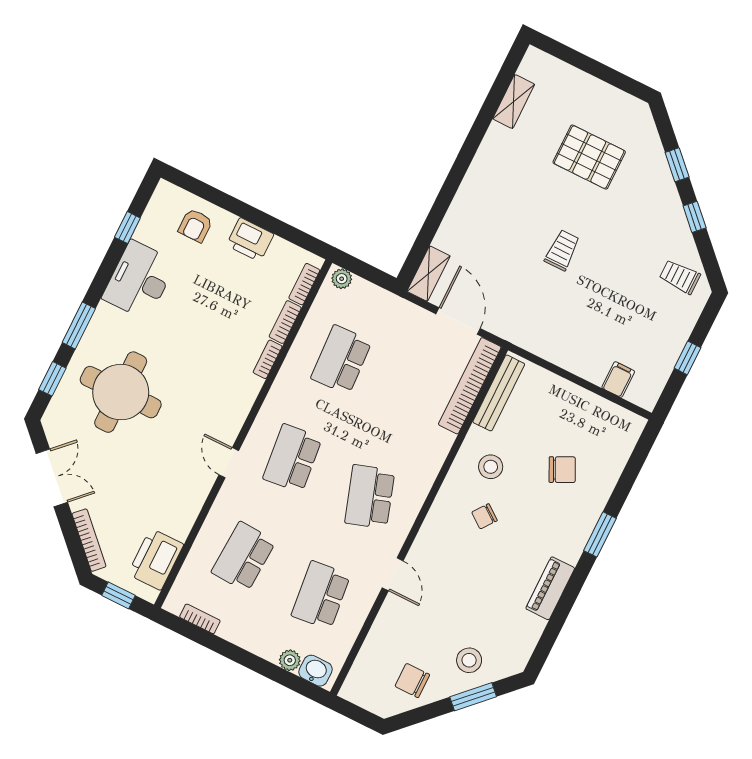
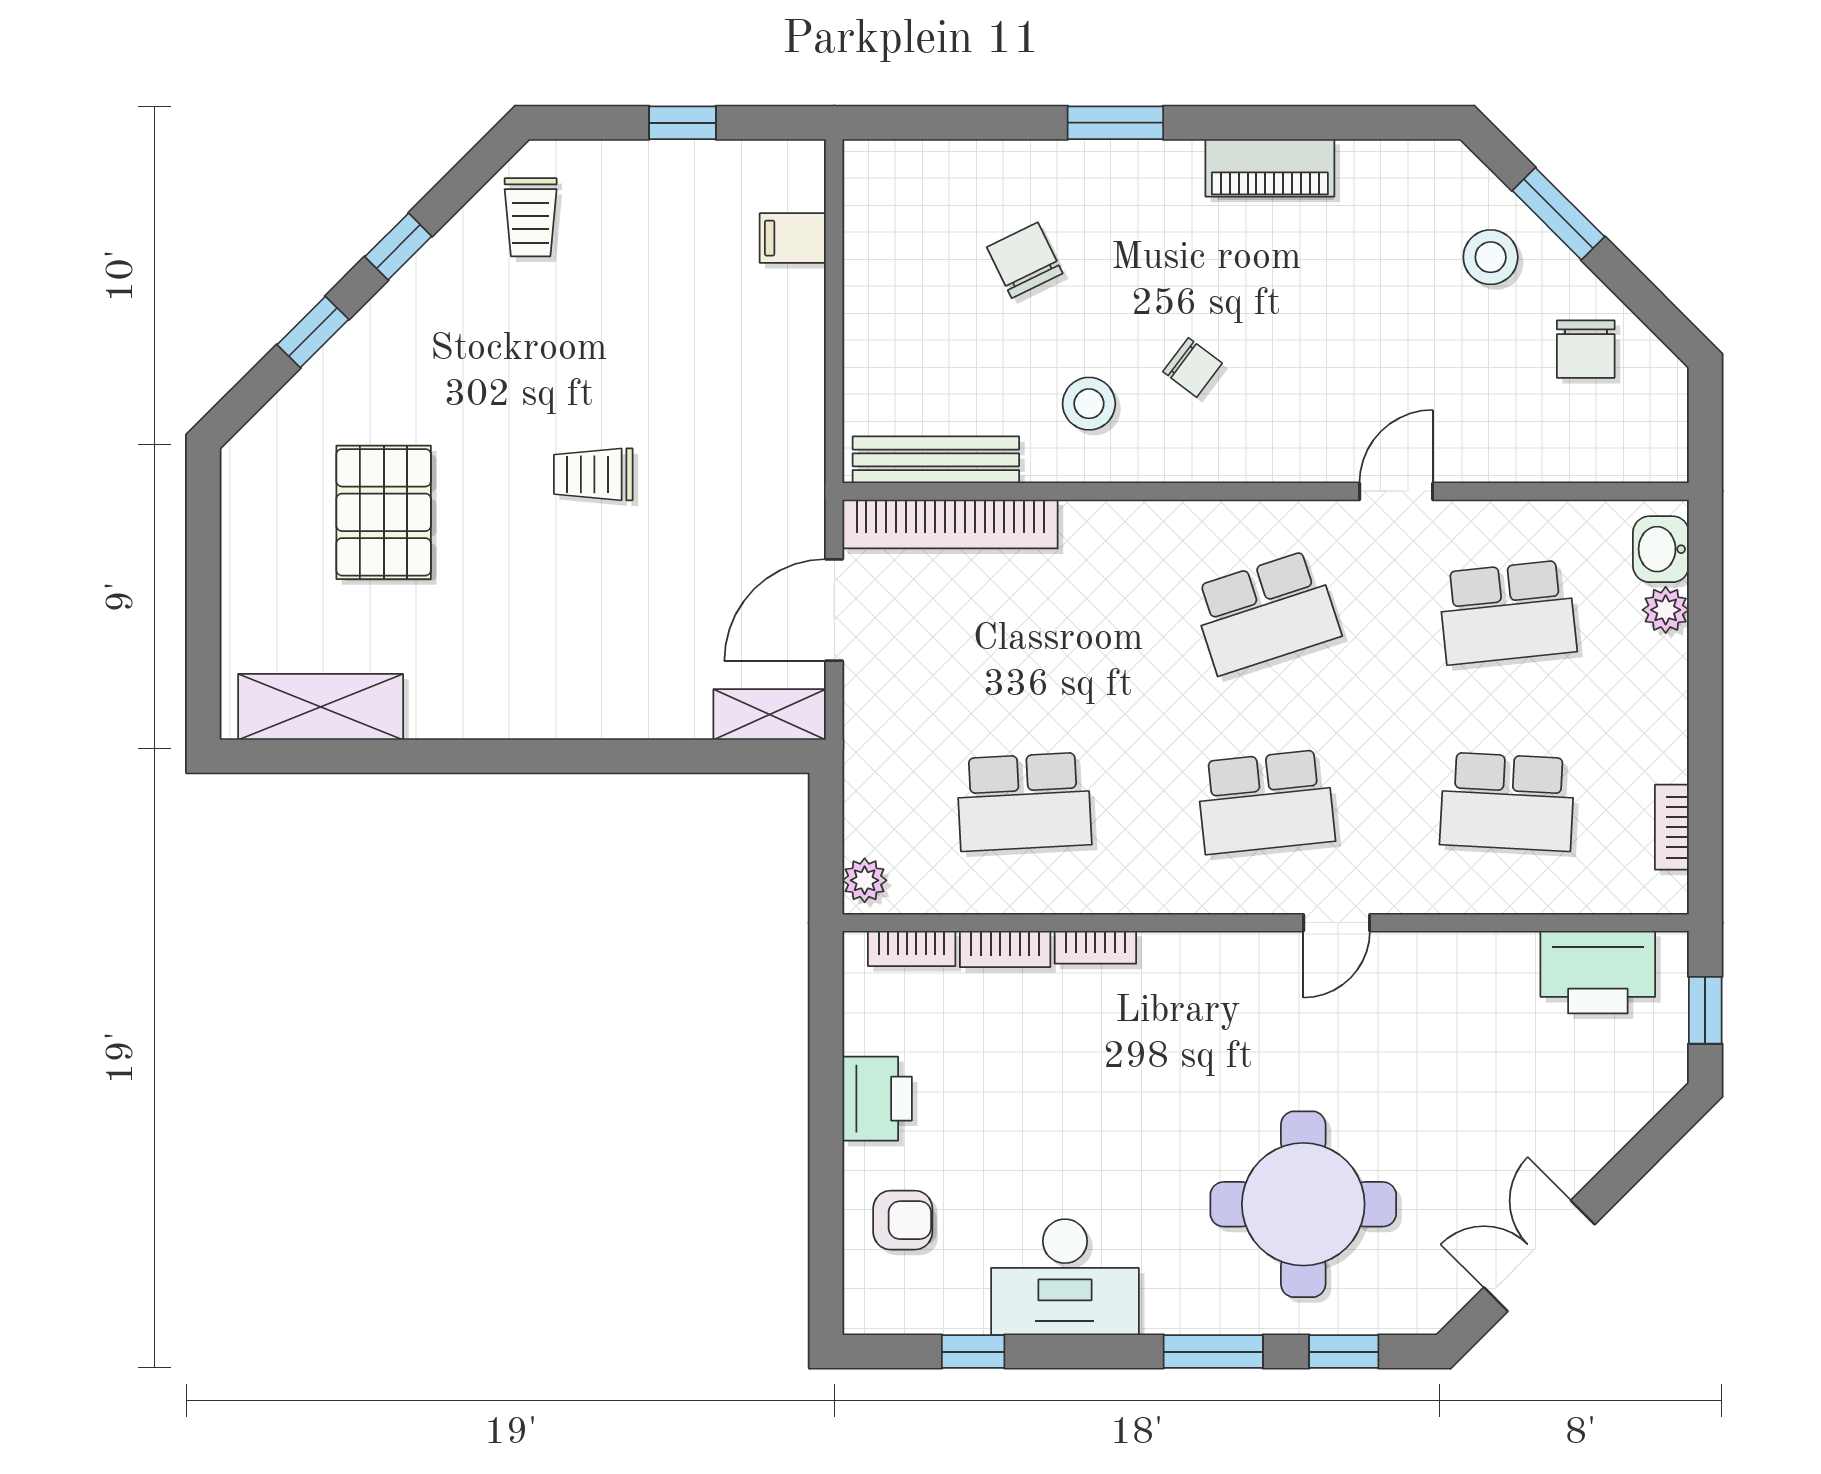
shelving: (514, 102) -> (321, 707), width x1.50, depth x1.33
bookcase: (89, 540) -> (1625, 1122), removed

